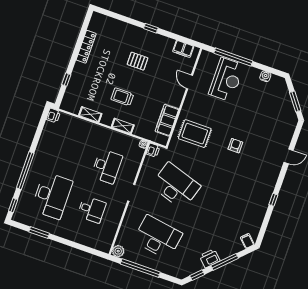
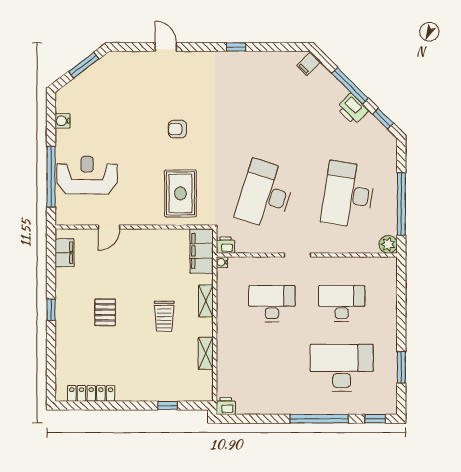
locker: (86, 47) -> (91, 393), moved
filing cabinet: (167, 120) -> (201, 251), moved, turned 90
desk: (92, 209) -> (342, 303), width x1.37

